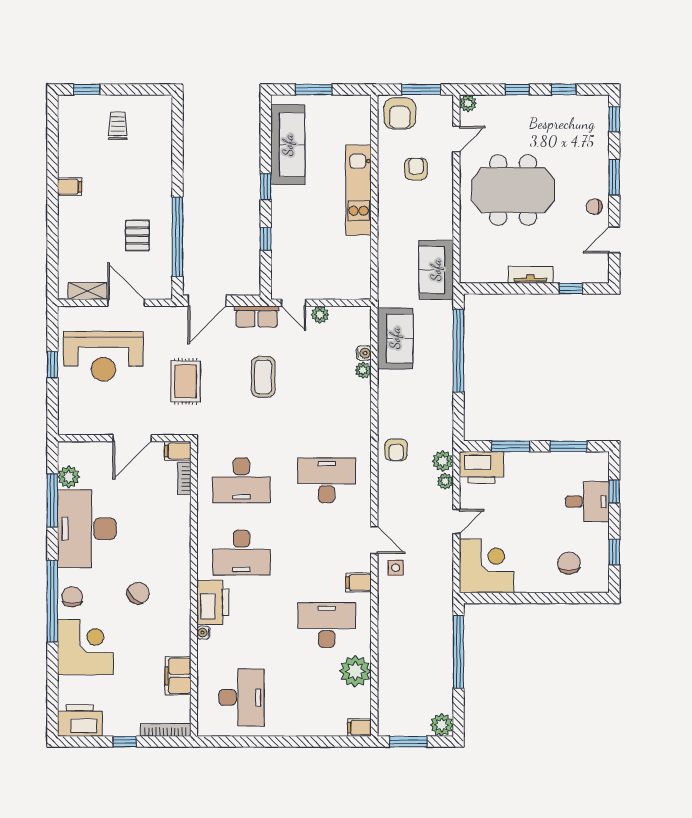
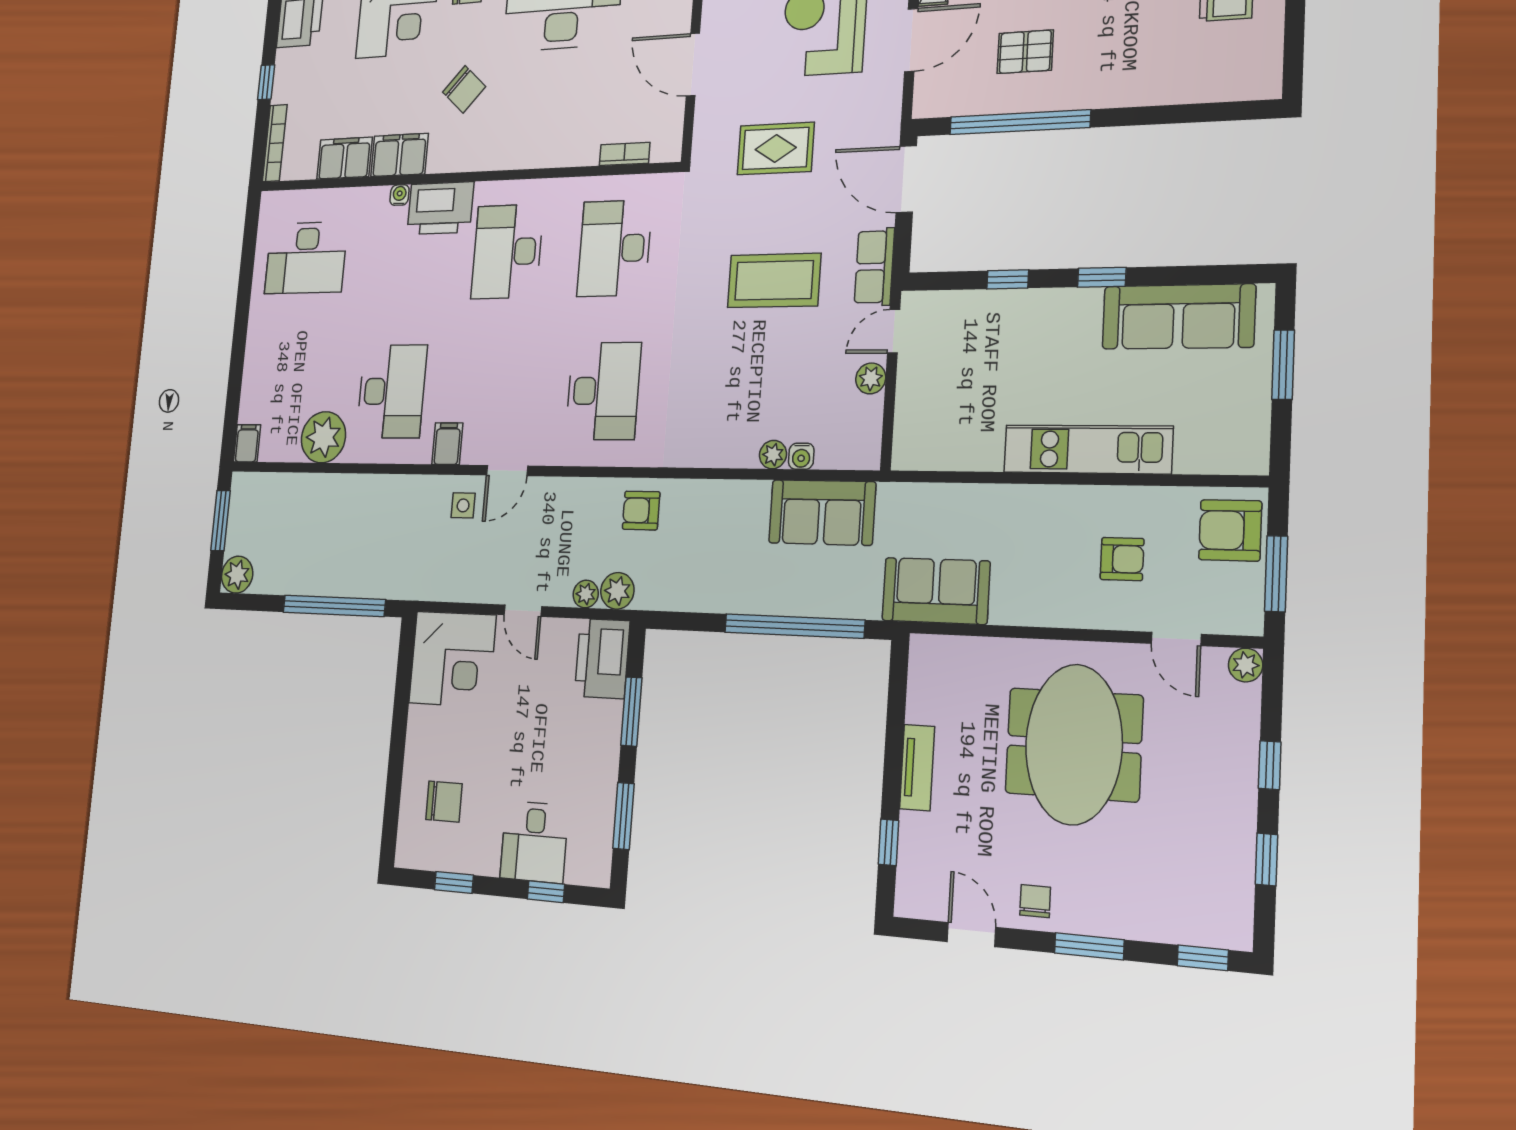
coffee table: (263, 377) -> (774, 280), width x1.36, depth x1.32
filing cabinet: (178, 451) -> (400, 155), moved, width x2.00

